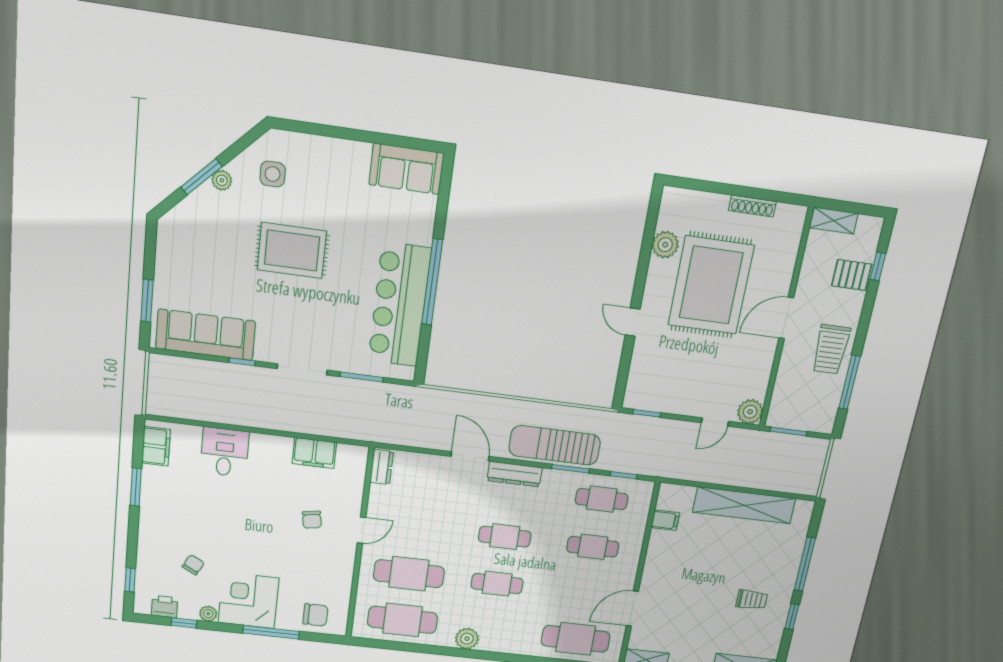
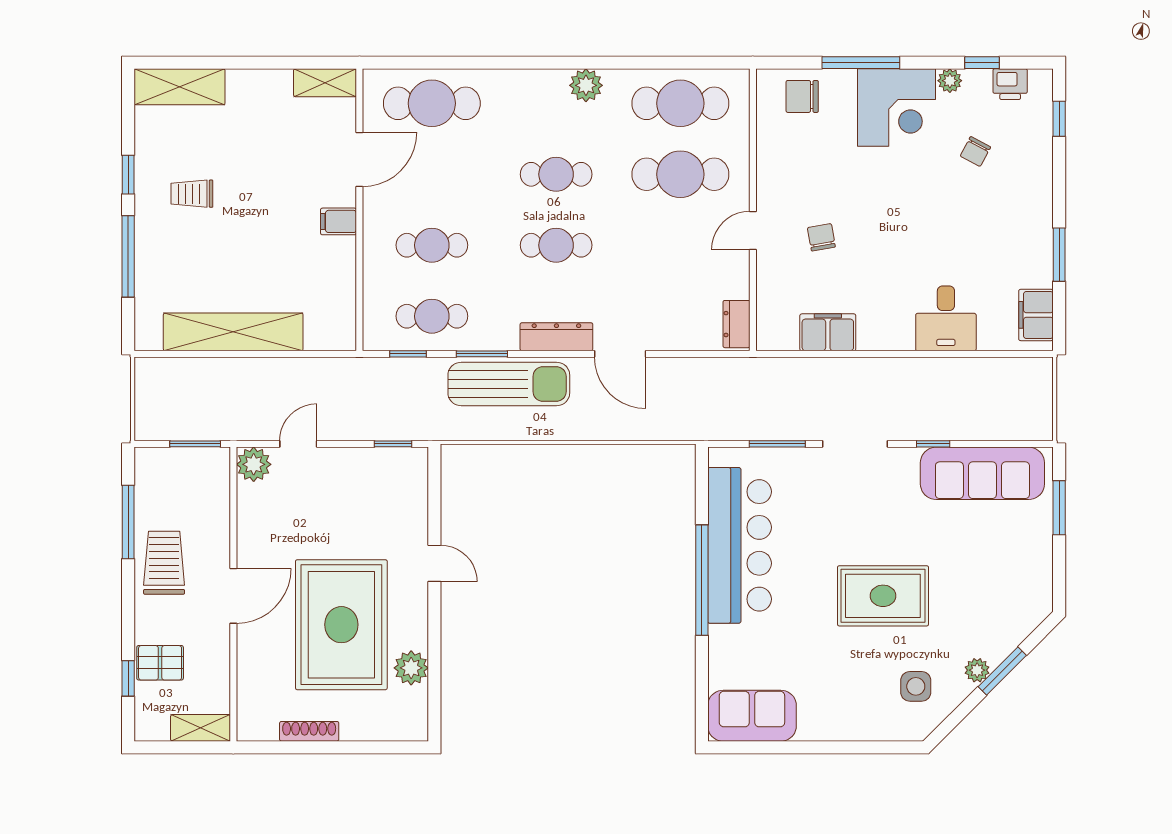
filing cabinet: (665, 520) -> (338, 221), moved

